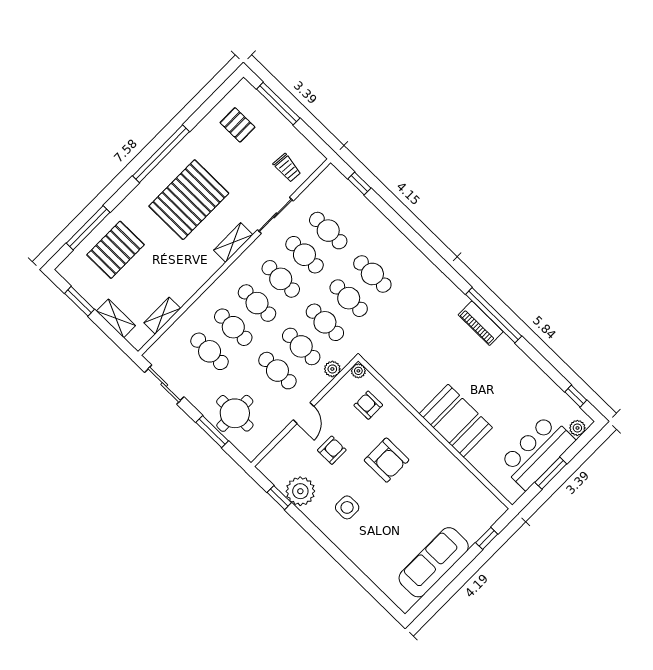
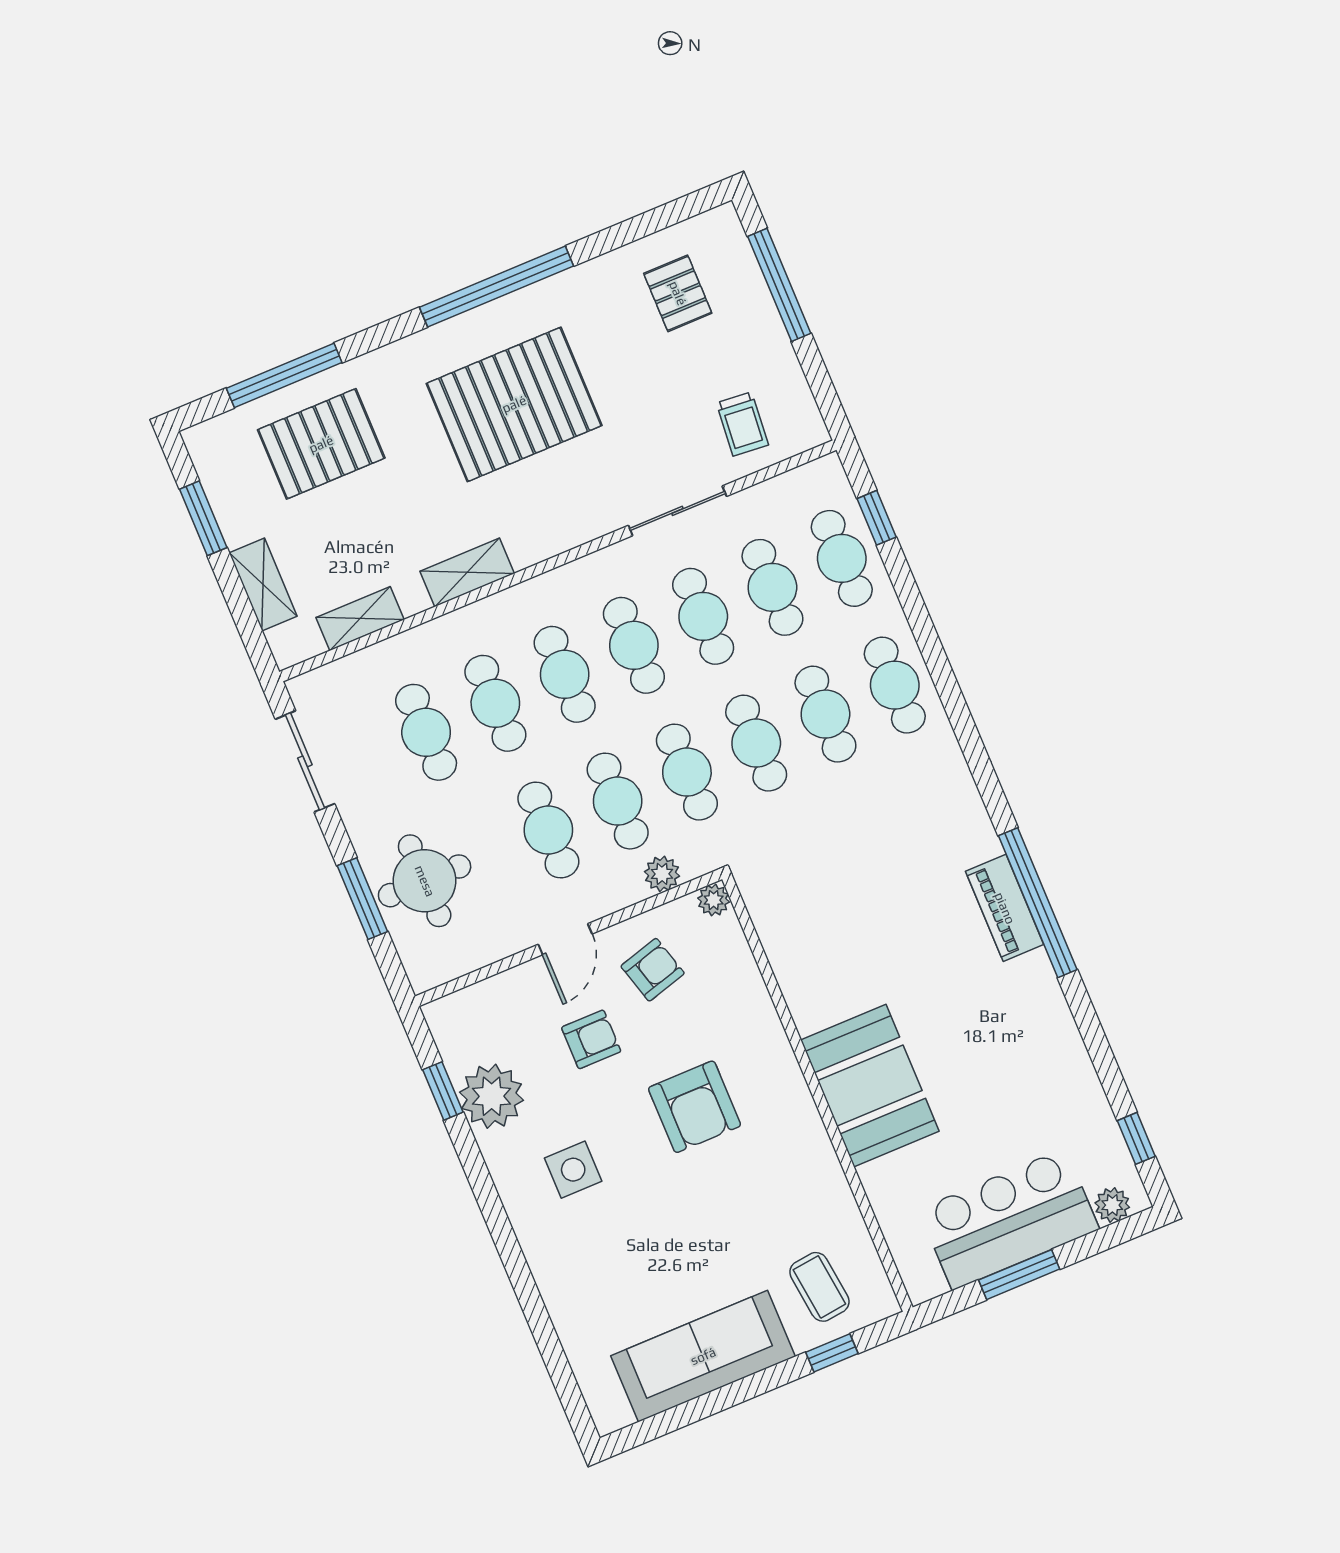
cafe table: (352, 206) -> (842, 558), added
shelving: (233, 242) -> (467, 572), moved
cafe table: (396, 250) -> (895, 685), added
armchair: (368, 405) -> (653, 970), moved, turned 74
coffee table: (470, 513) -> (819, 1287), added

